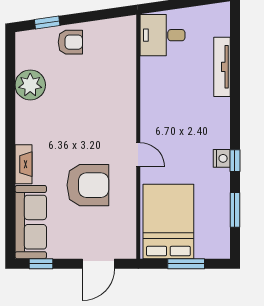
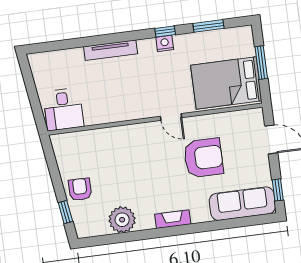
tv unit: (222, 67) -> (111, 50), moved
door: (138, 155) -> (171, 117), swing flipped
fireplace: (23, 164) -> (173, 219), moved
armchair: (88, 185) -> (203, 158), turned 90

